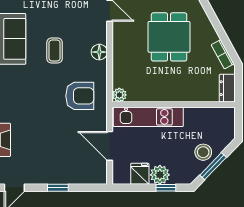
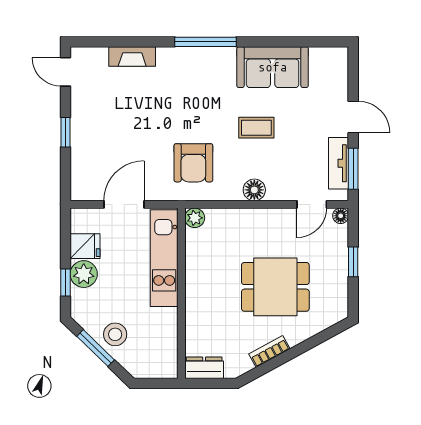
bookcase: (223, 54) -> (269, 351), moved

